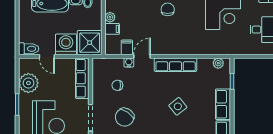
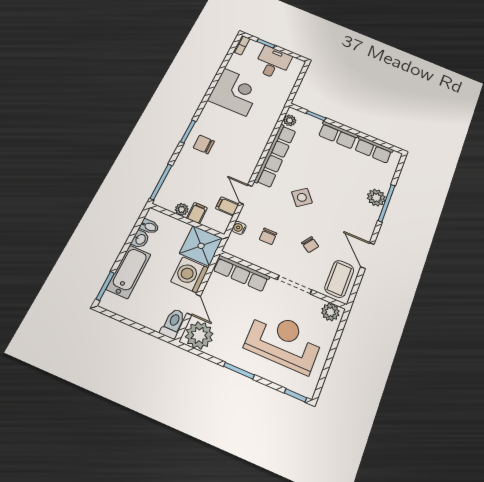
door: (47, 56) -> (194, 305), hinge flipped
water cooler: (129, 63) -> (239, 228), moved
row of seats: (176, 65) -> (275, 156), width x1.36
plant: (28, 83) -> (199, 335), moved
side table: (178, 106) -> (302, 197), moved
chair: (125, 117) -> (310, 245), width x0.54, depth x0.54

